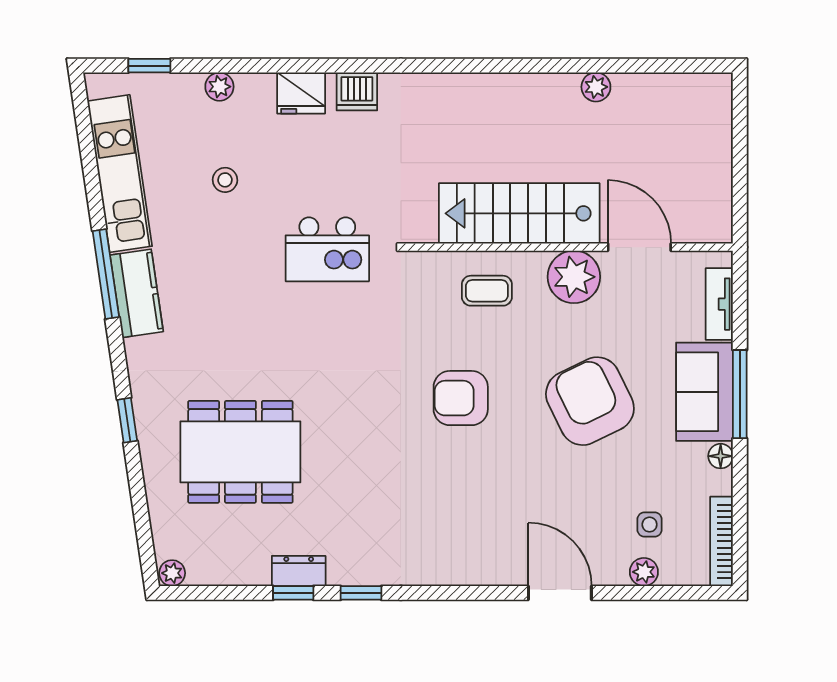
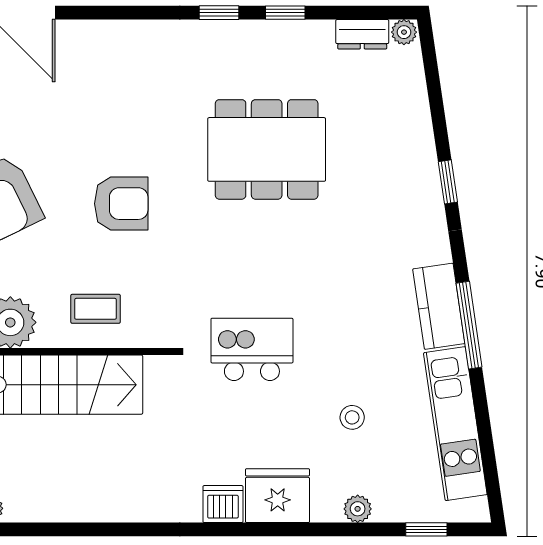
fridge: (301, 93) -> (278, 496), width x1.36, depth x1.34
dining table: (240, 452) -> (267, 149), moved
dresser: (299, 571) -> (362, 34), moved

